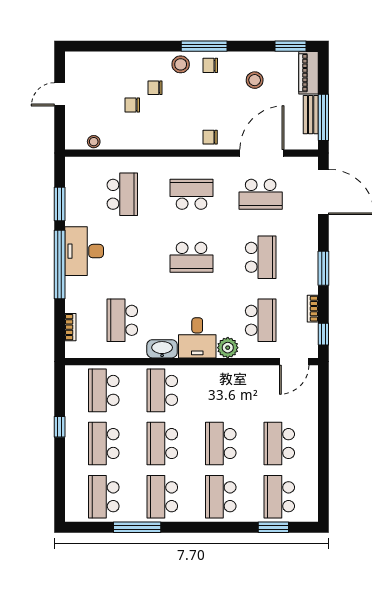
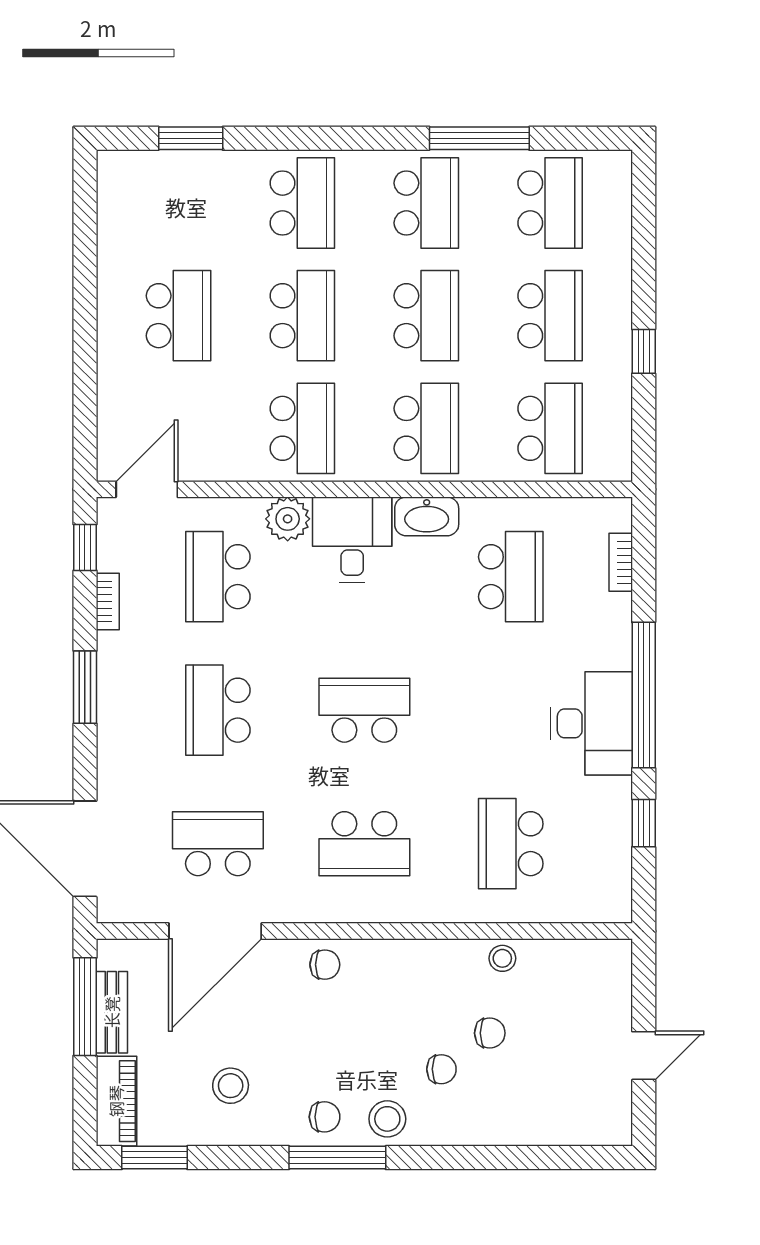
stool: (94, 142) -> (502, 958), moved
window: (60, 204) -> (644, 823), width x0.67
school desk: (279, 497) -> (302, 428), moved

